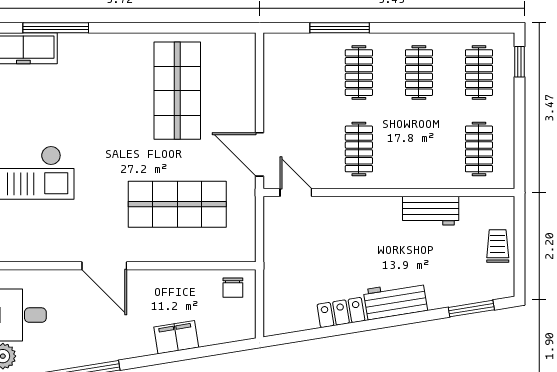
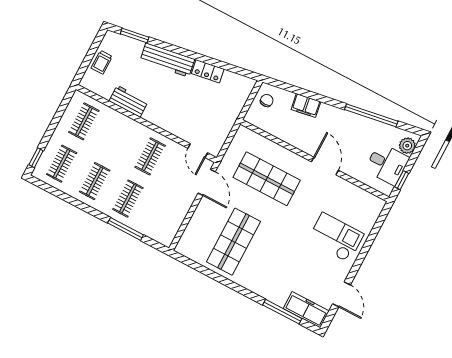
chair: (233, 288) -> (267, 101), moved
workbench: (395, 300) -> (167, 60), width x1.37

